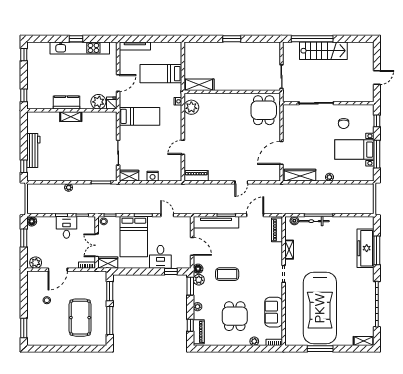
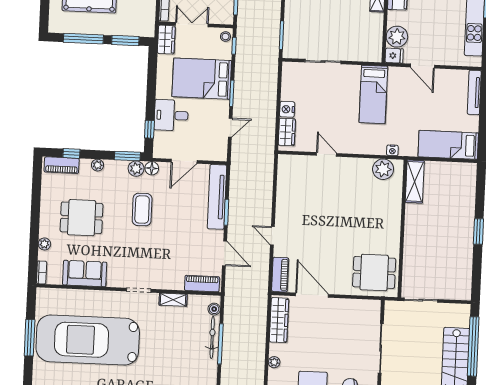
bed: (161, 74) -> (448, 145), moved, turned -90
wardrobe: (129, 176) -> (287, 132), moved
piano: (196, 176) -> (280, 275), moved

